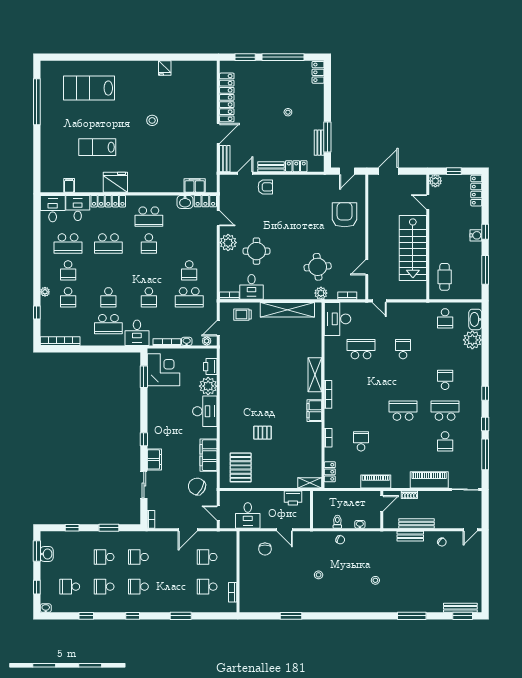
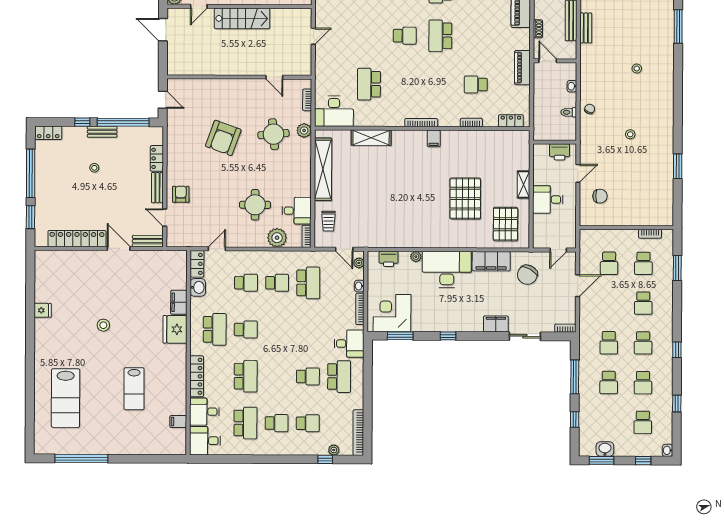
window: (327, 102) -> (82, 122), added
window: (327, 137) -> (123, 122), width x1.46
bench: (319, 143) -> (102, 132), moved
door: (388, 171) -> (163, 30), moved
fridge: (115, 182) -> (175, 329), moved
filing cabinet: (195, 186) -> (179, 302), moved
armchair: (345, 215) -> (223, 138), moved, turned -70
plant: (228, 243) -> (277, 238), moved
stairs: (413, 248) -> (242, 18), width x0.73, depth x0.66
plant: (45, 292) -> (334, 450), moved
school desk: (149, 297) -> (246, 283), moved
door: (379, 301) -> (313, 36), moved
school desk: (403, 349) -> (405, 36), moved, turned 180
shelving: (315, 375) -> (371, 138), moved
plant: (208, 386) -> (416, 257), width x0.53, depth x0.53
desk: (205, 411) -> (447, 269), width x1.36, depth x1.30
filing cabinet: (314, 411) -> (434, 138), width x0.50
pallet: (263, 433) -> (465, 199), width x2.05, depth x2.00
window: (144, 439) -> (448, 336), moved
pallet: (241, 467) -> (506, 224), turned 90
shelving: (310, 483) -> (523, 185), moved
printer: (293, 498) -> (560, 152), moved, turned 90
desk: (248, 515) -> (548, 200), moved, turned 180
window: (109, 528) -> (575, 377), width x1.44
door: (188, 530) -> (578, 286), hinge flipped
school desk: (173, 587) -> (643, 303), added
window: (181, 616) -> (677, 268), moved

